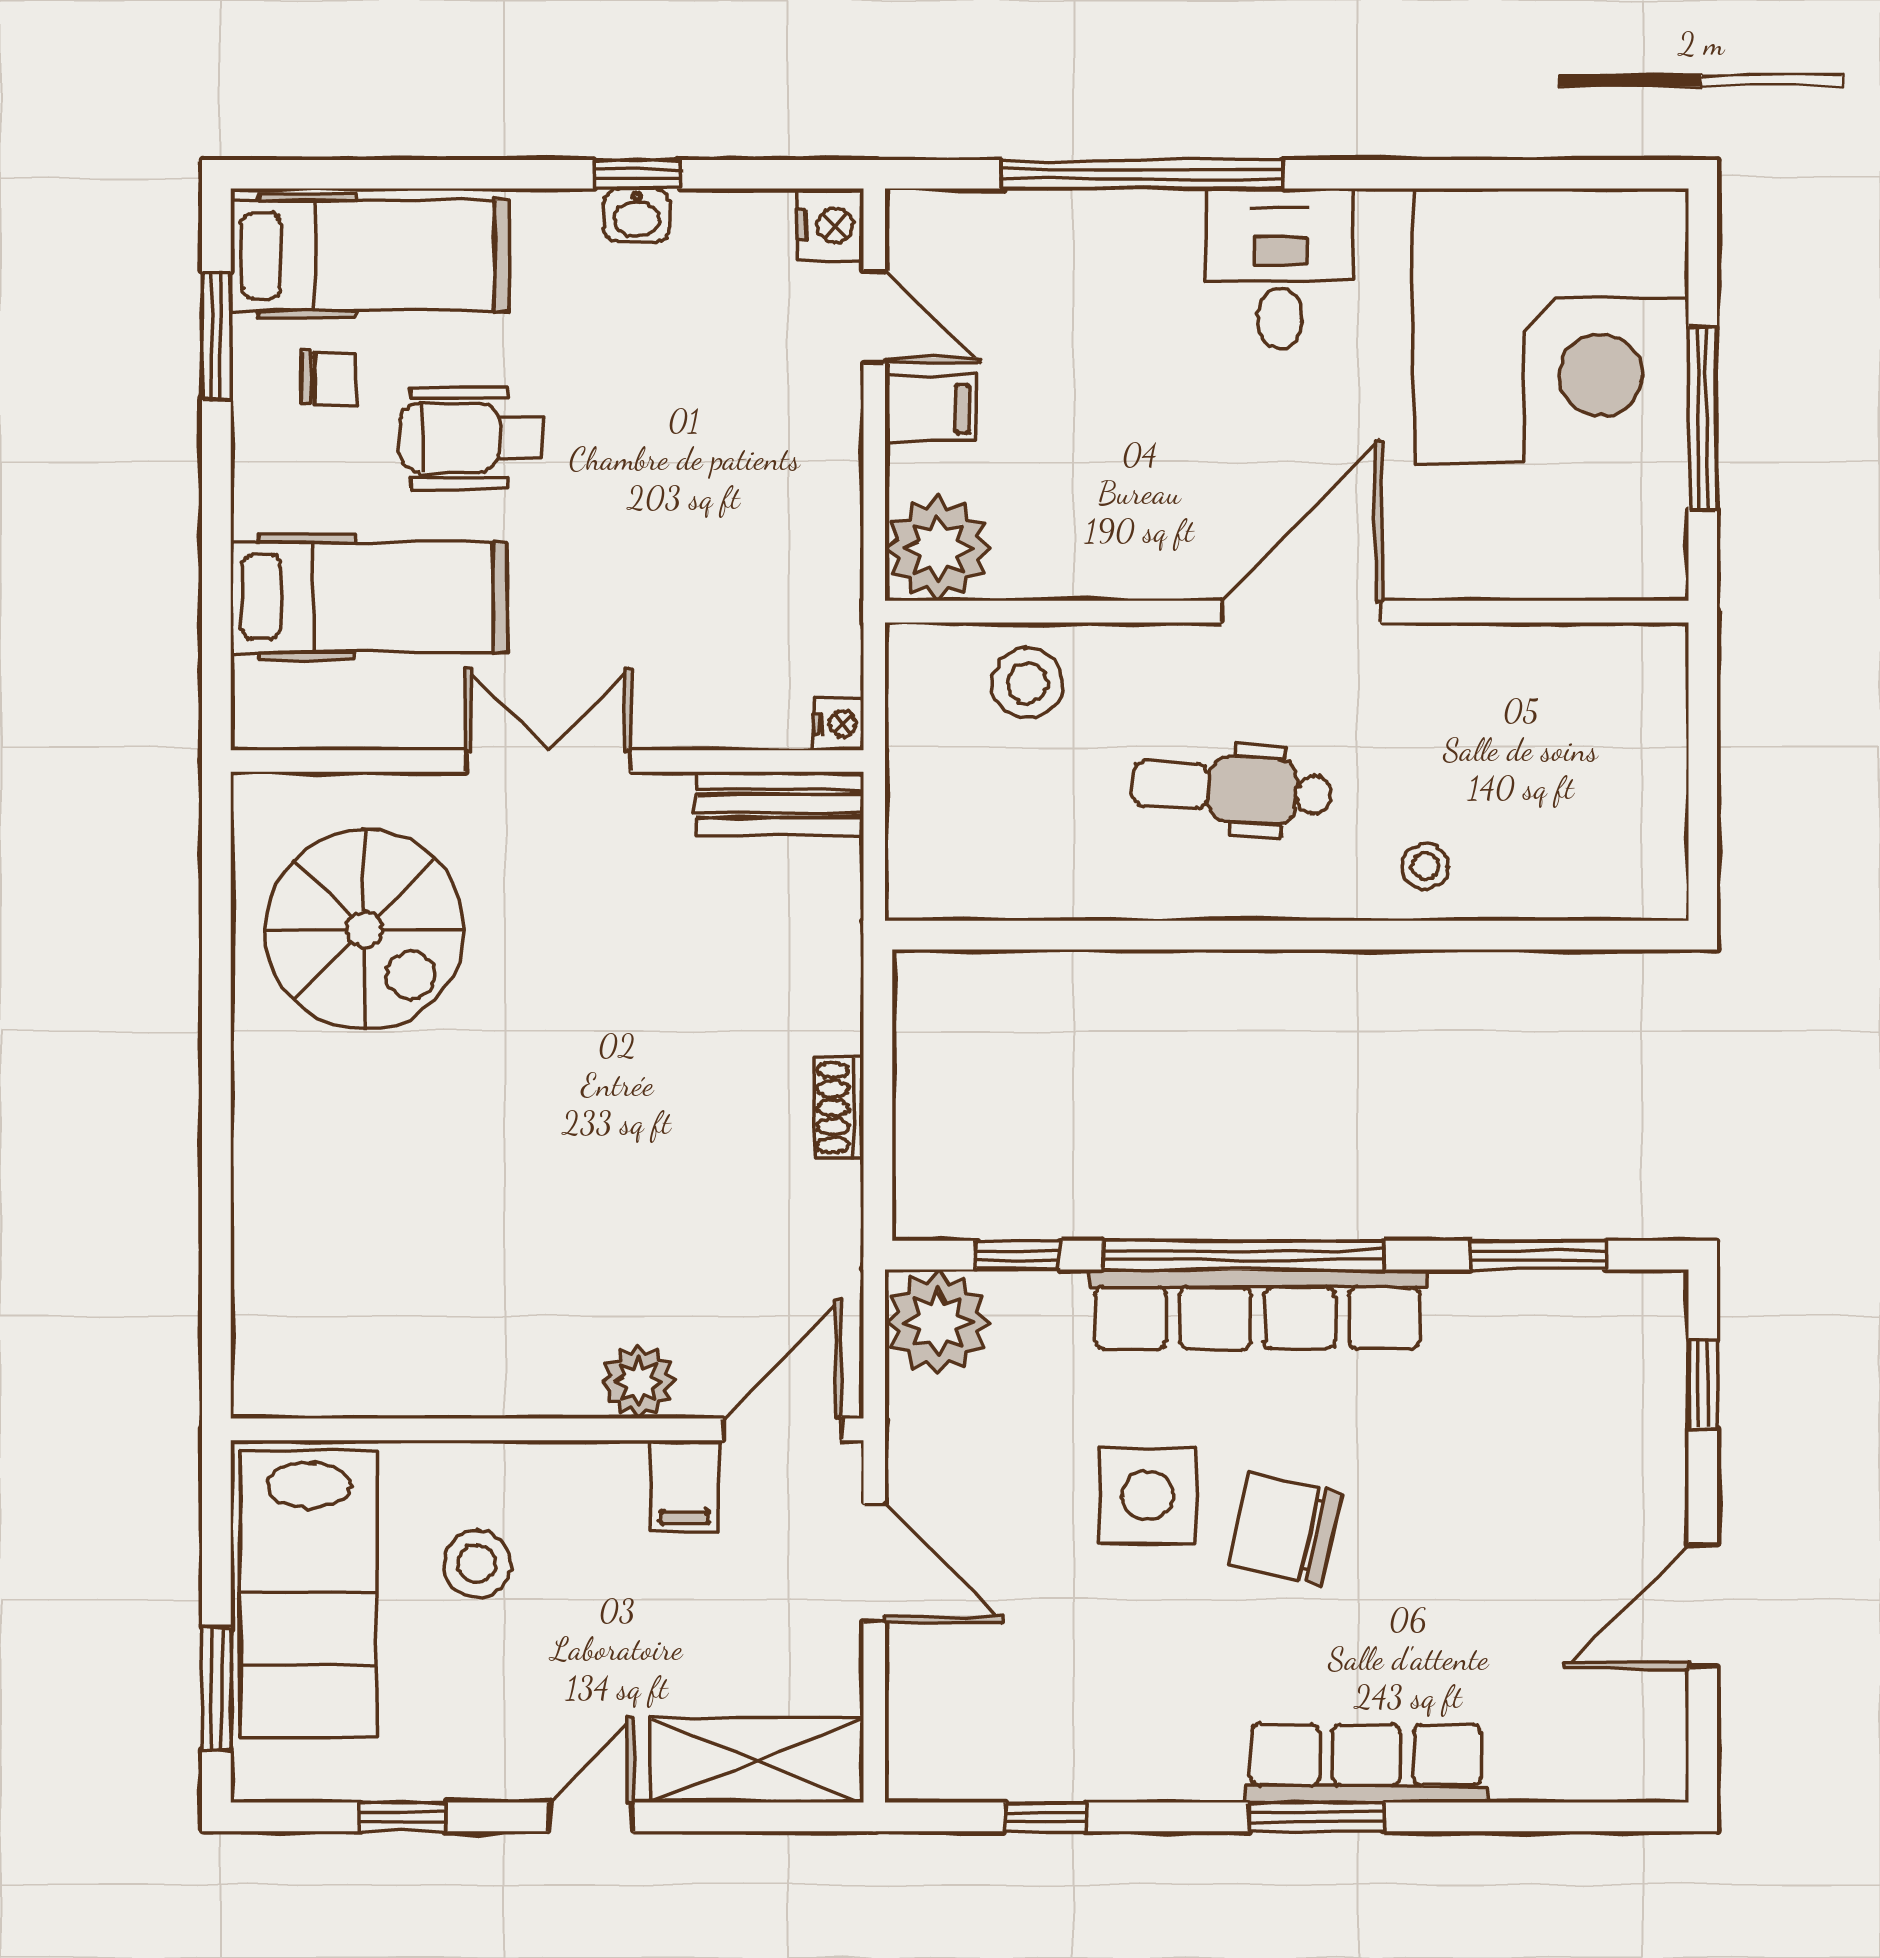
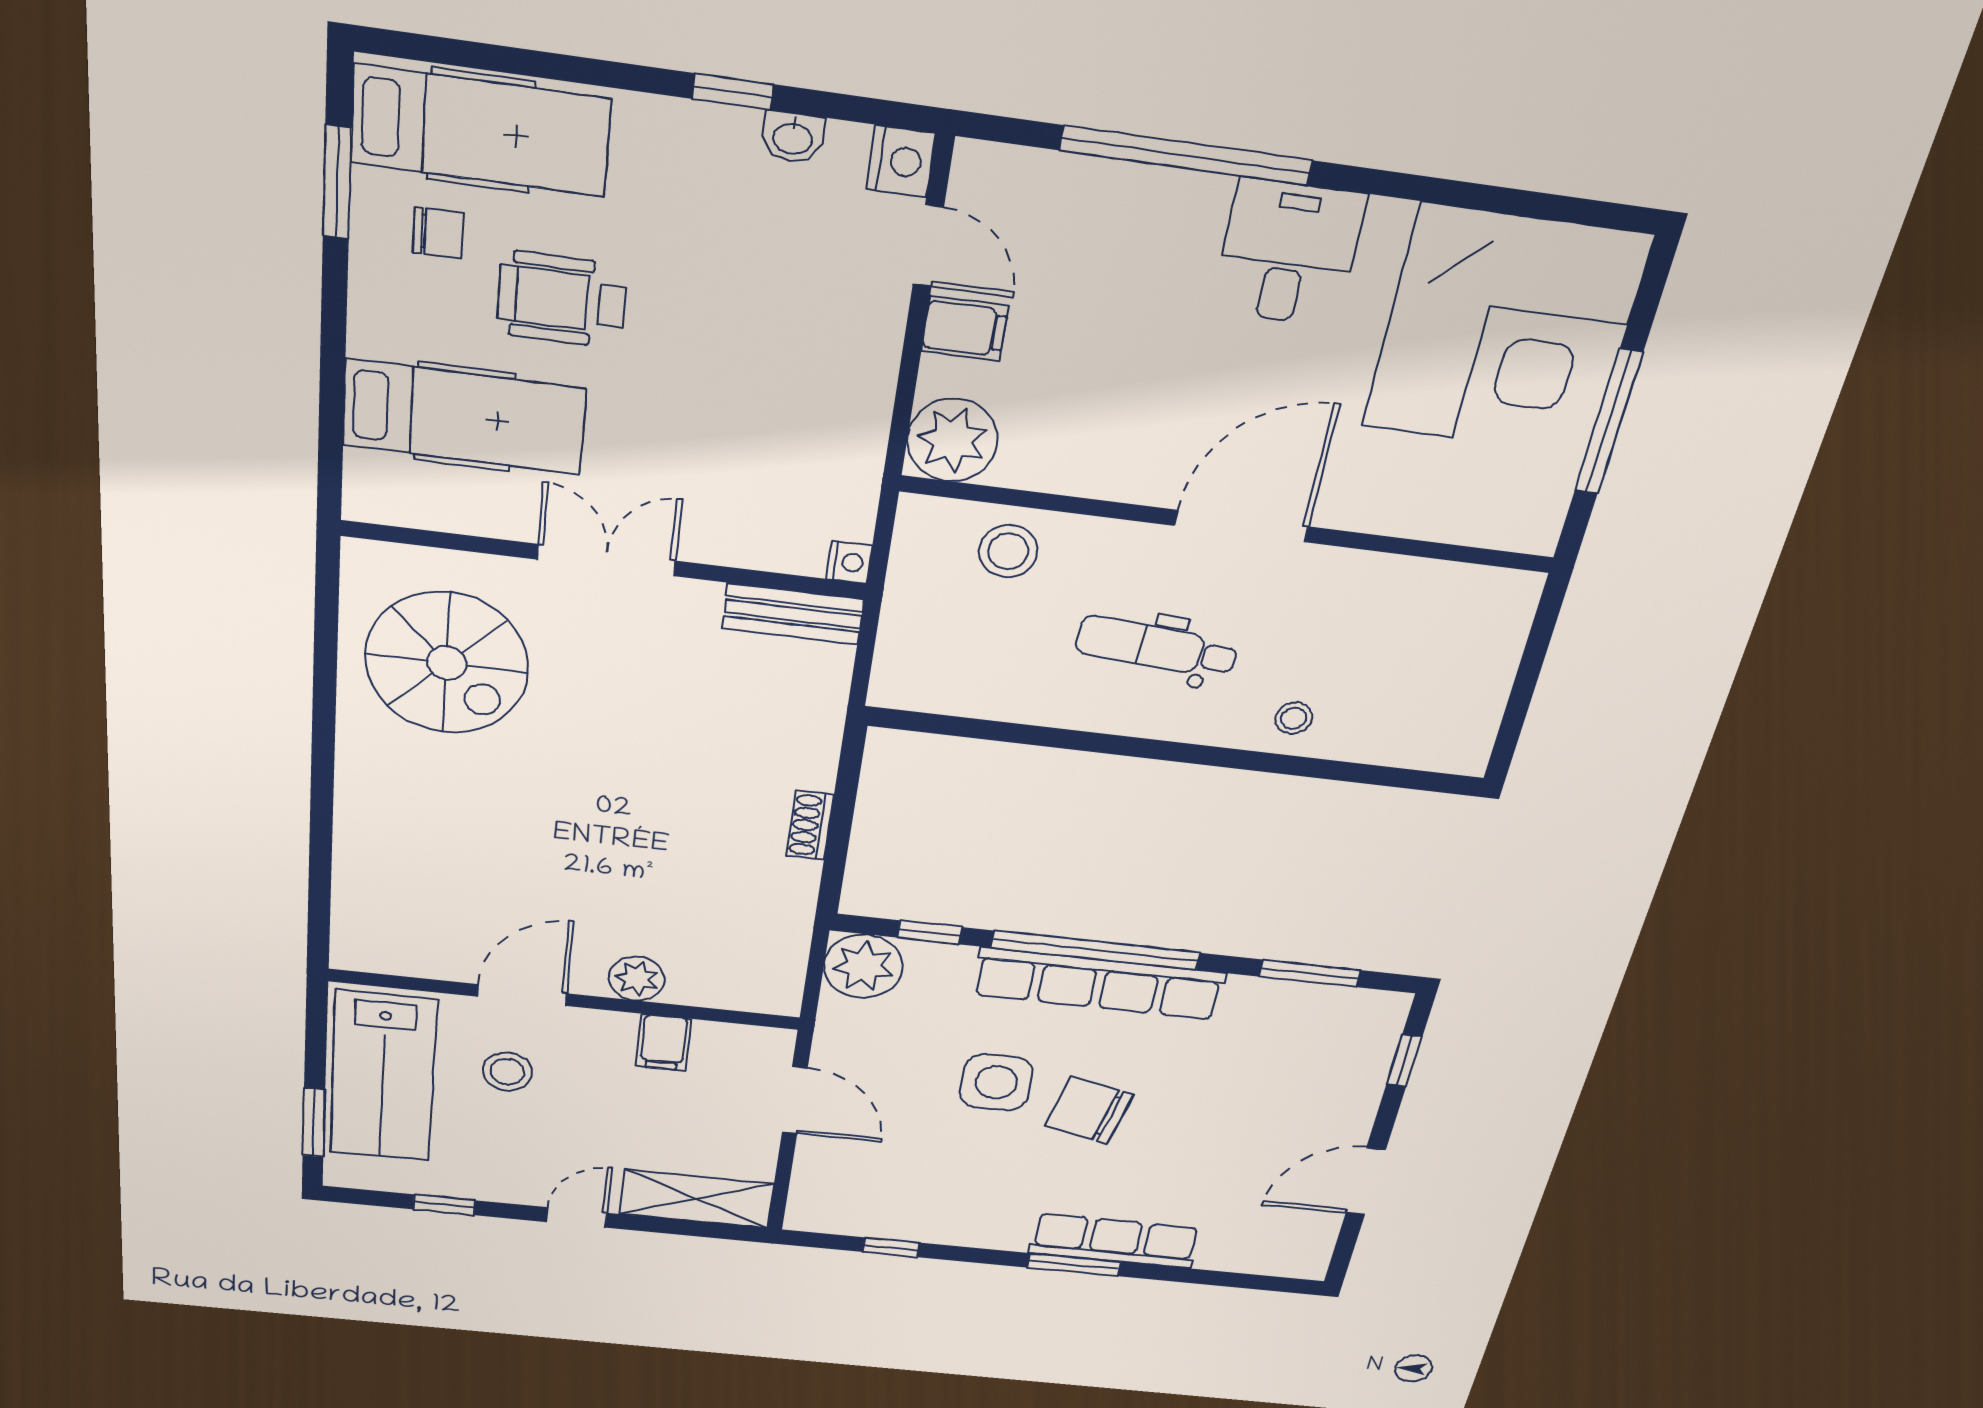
washbasin: (637, 215) -> (793, 137), moved
door: (782, 1429) -> (522, 995), moved

